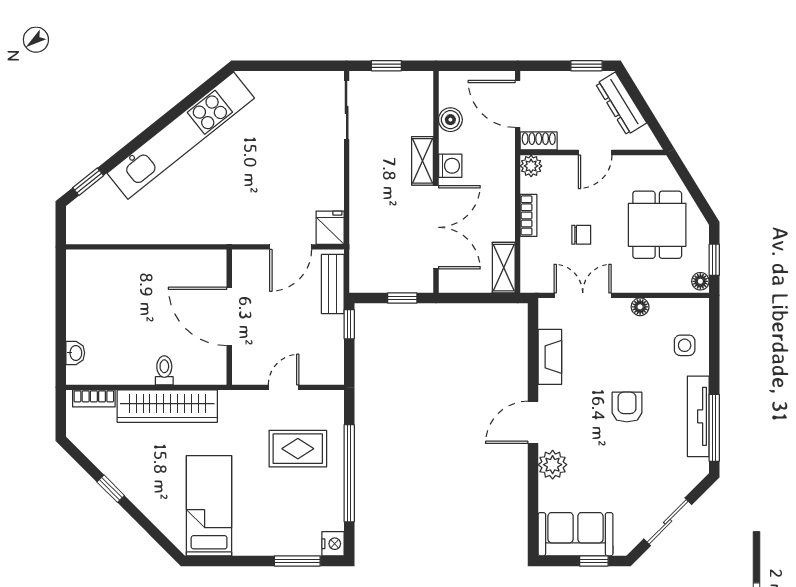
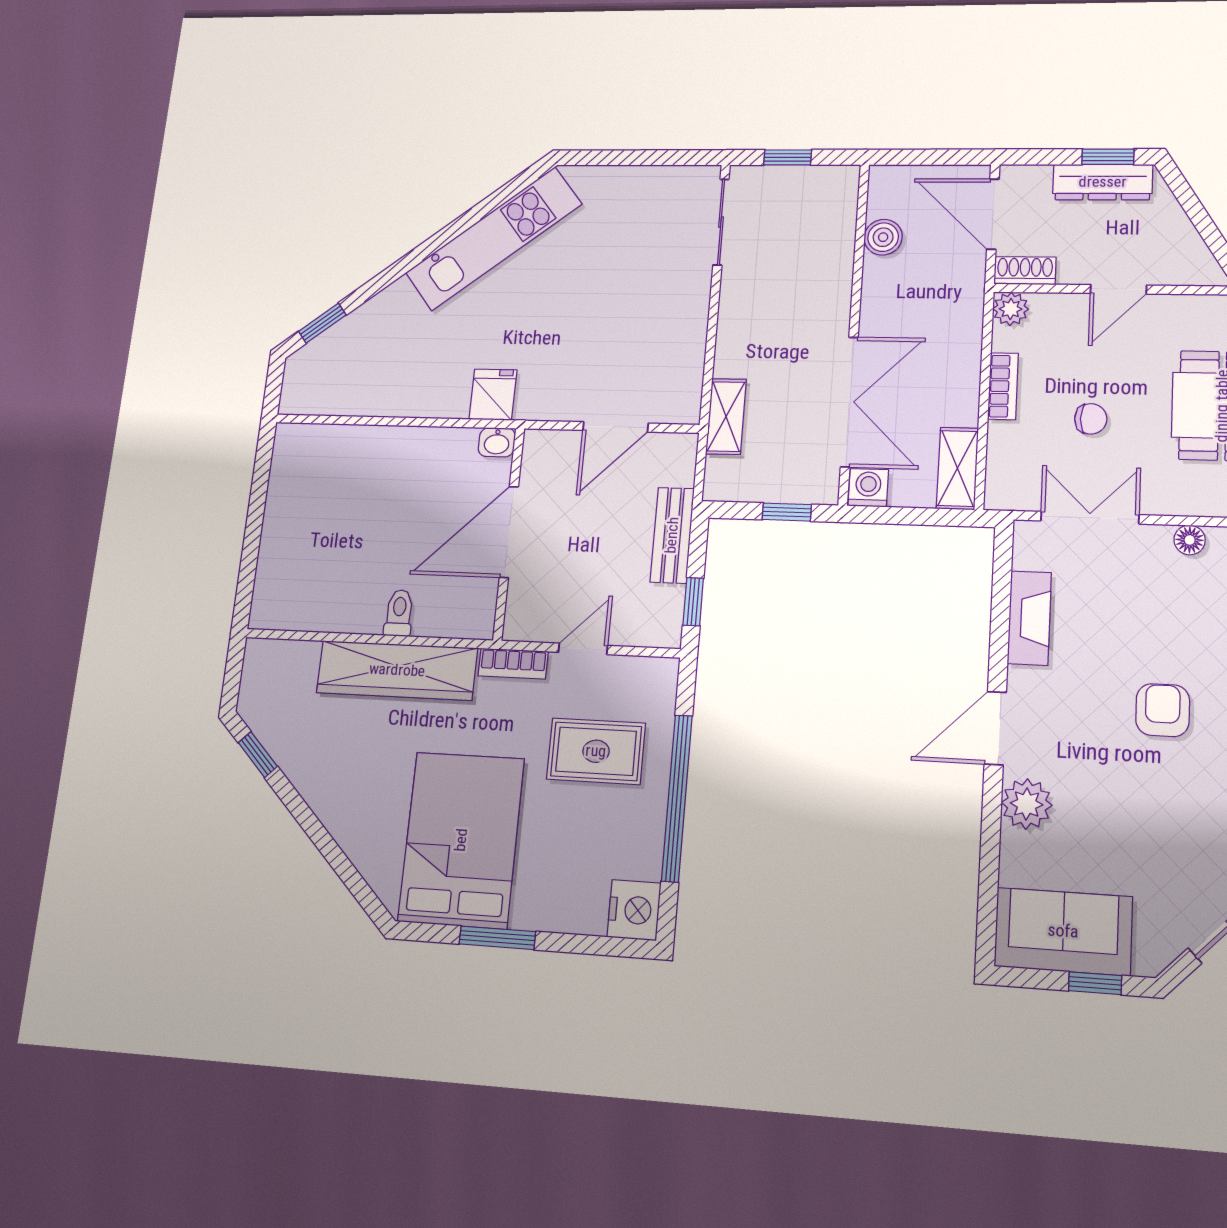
dresser: (621, 104) -> (1103, 182), moved, turned -59
kitchen unit: (181, 136) -> (494, 239), width x0.73
shelving: (423, 161) -> (726, 417), moved
washing machine: (450, 166) -> (868, 488), moved, turned -90
fridge: (330, 228) -> (493, 395), moved
bench: (333, 284) -> (672, 535), moved
door: (229, 316) -> (509, 532), hinge flipped
window: (349, 324) -> (693, 602), moved
washbasin: (75, 353) -> (497, 442), moved, turned 90
bookcase: (94, 398) -> (513, 664), moved
window: (111, 489) -> (258, 754), moved
bed: (209, 506) -> (461, 840), width x1.50
nightstand: (333, 544) -> (634, 910), width x1.36, depth x1.33
window: (297, 561) -> (497, 938), moved

